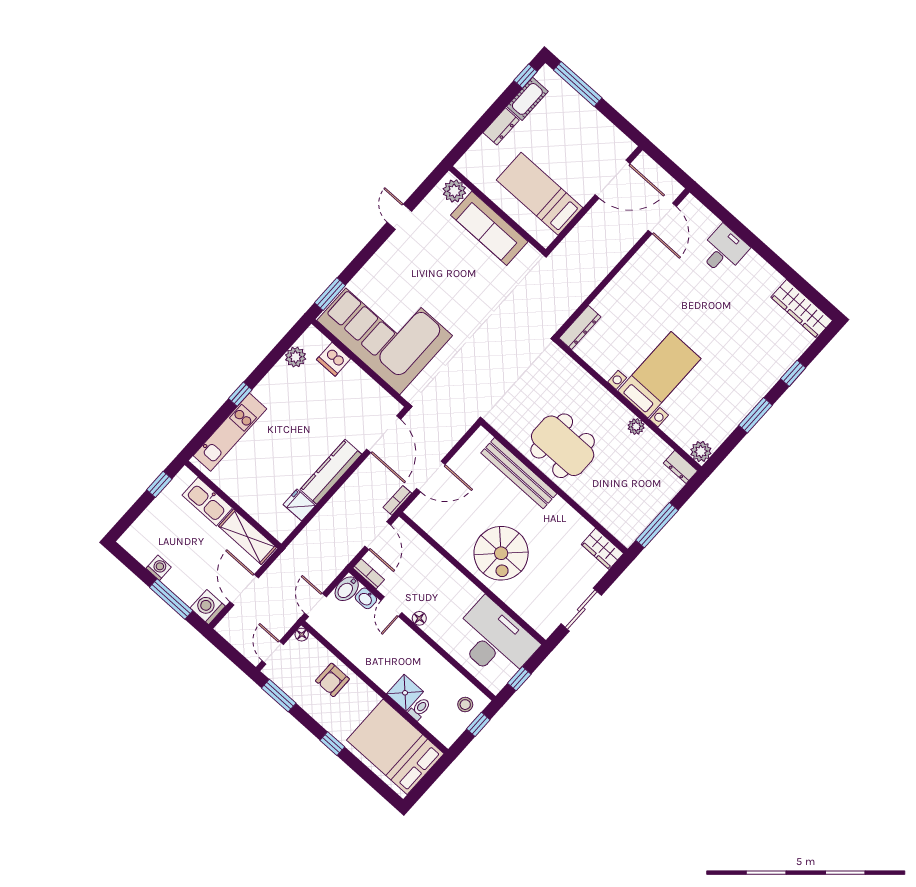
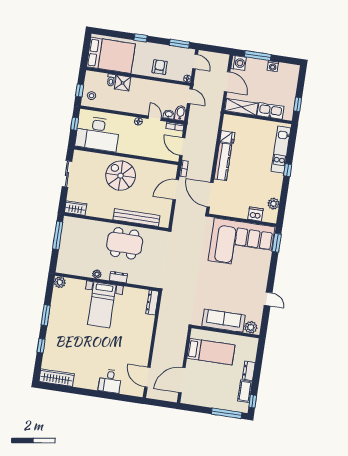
dresser: (680, 467) -> (118, 277), moved

